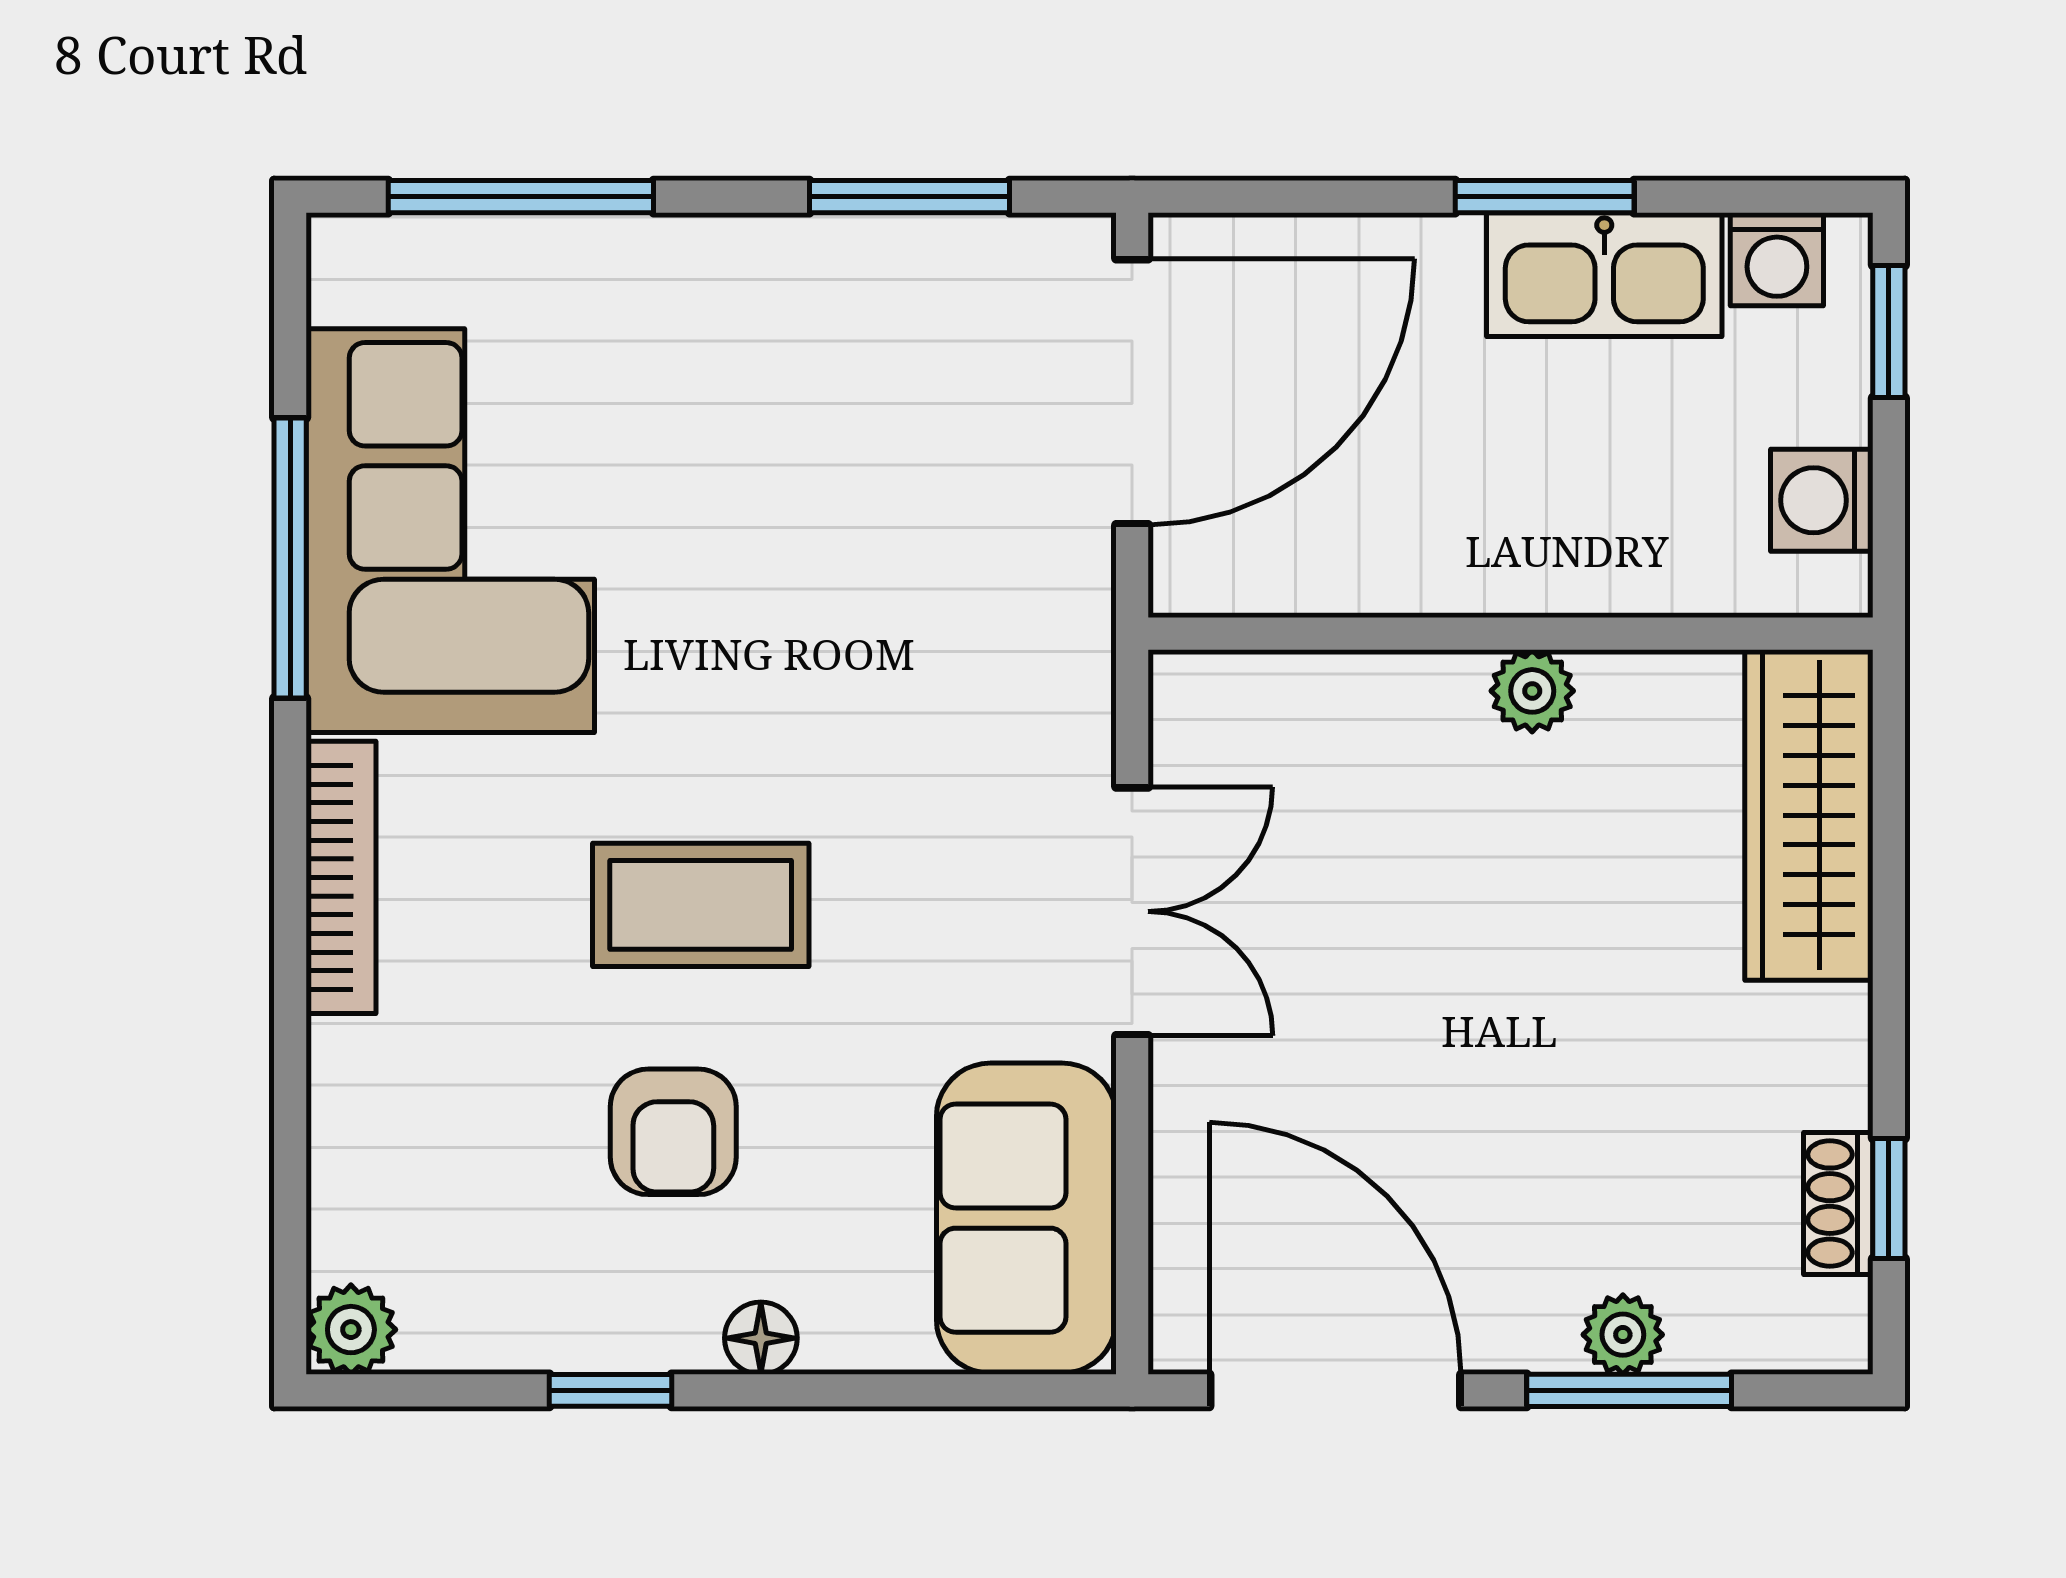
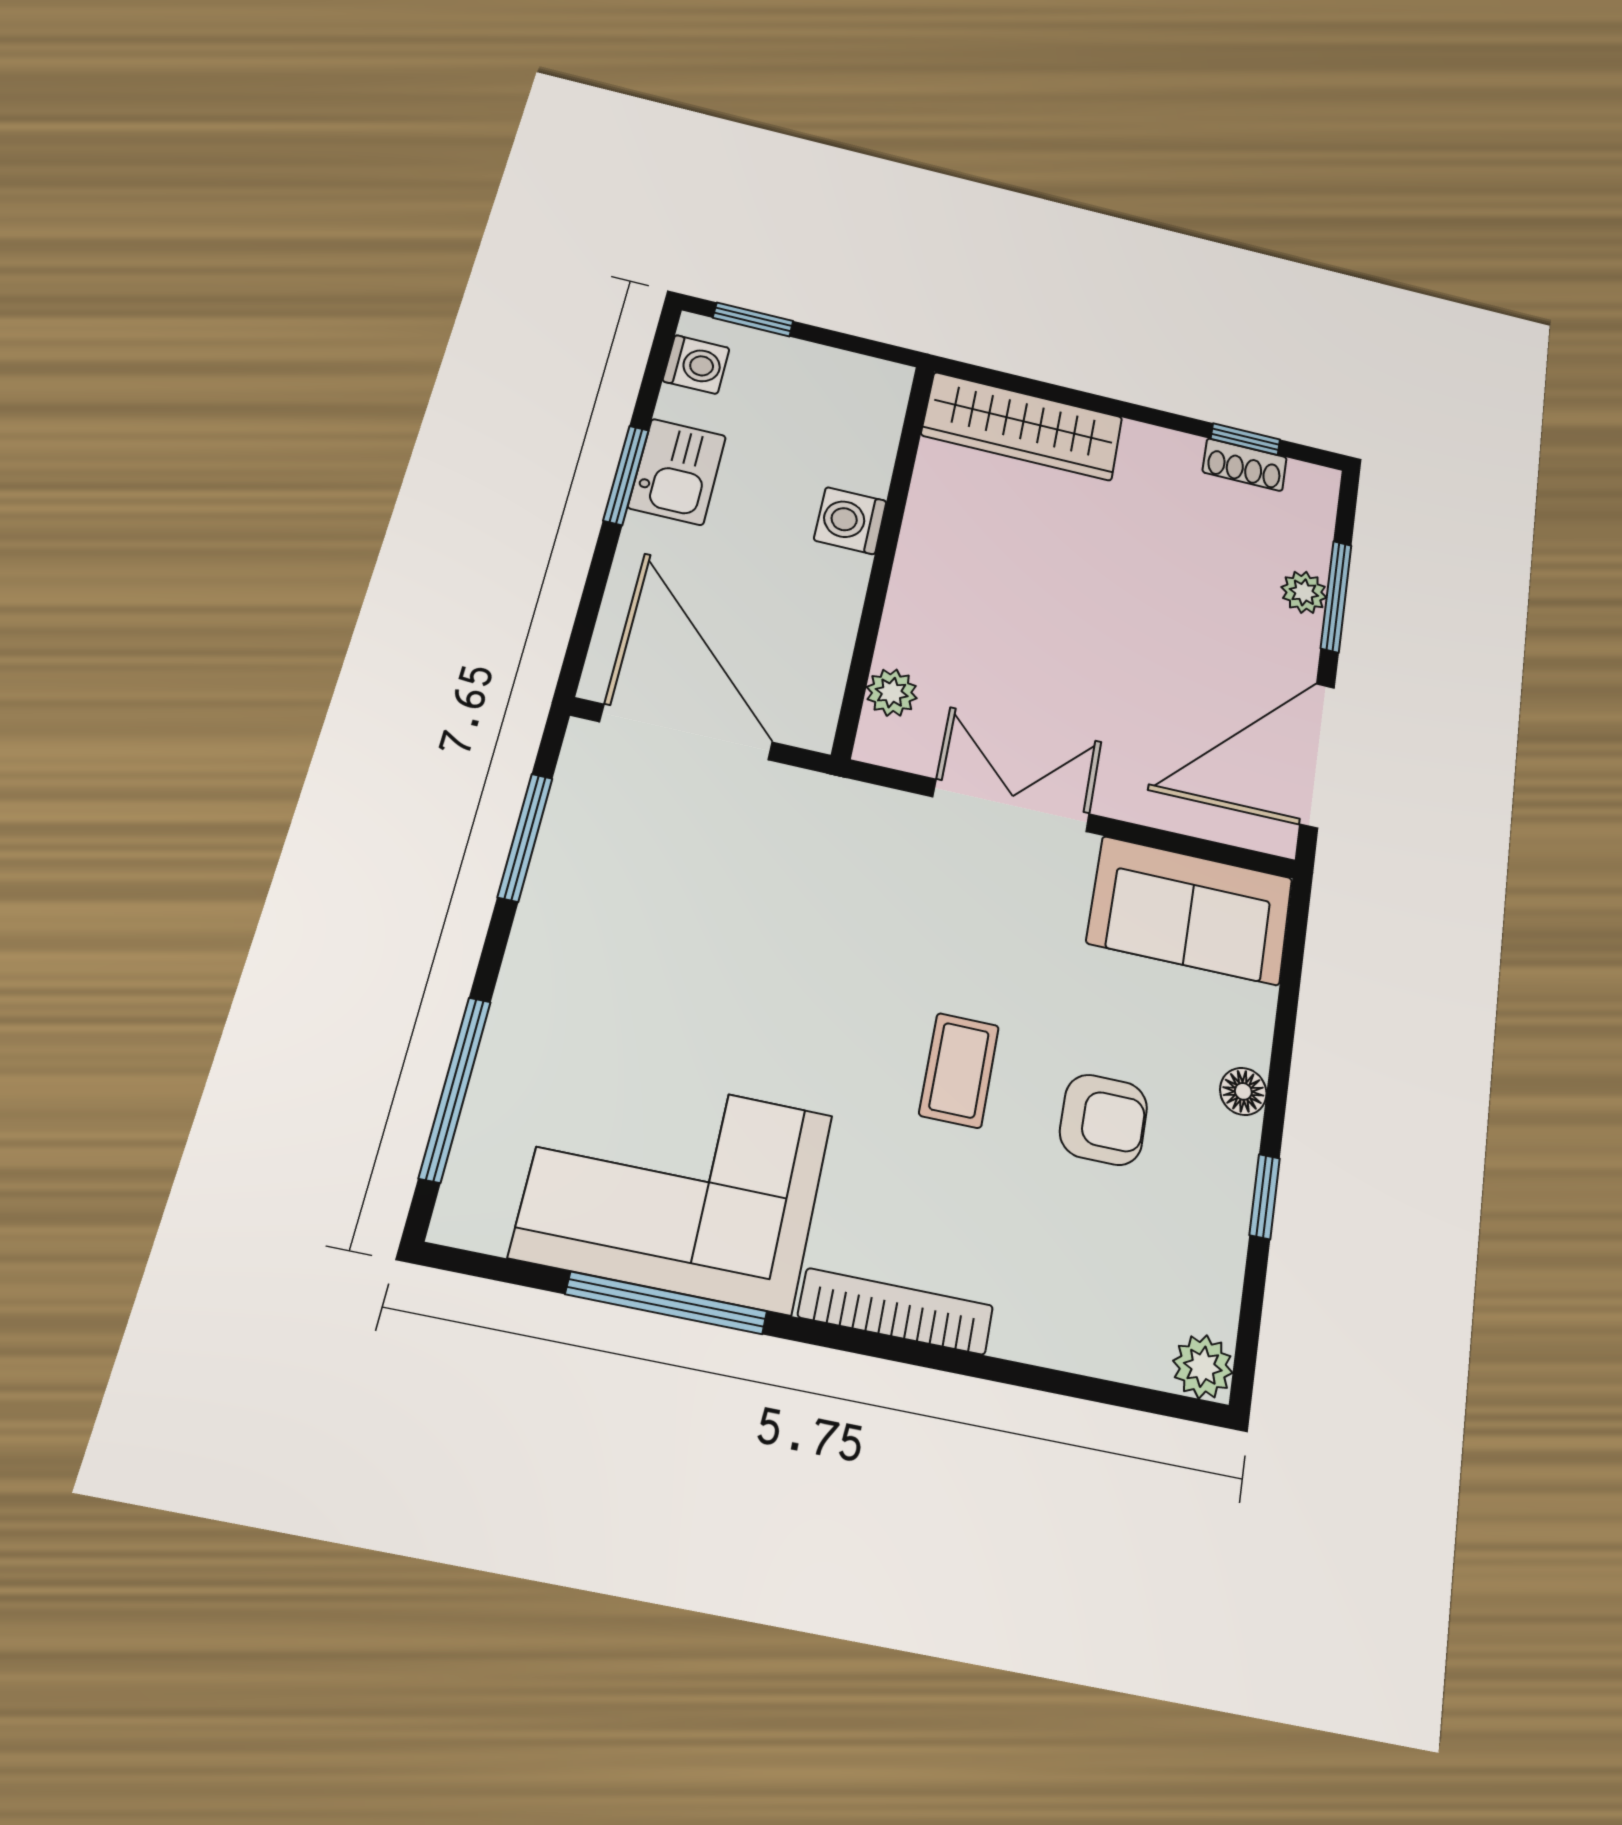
kitchen sink: (1604, 275) -> (677, 472), width x0.73
washing machine: (1822, 500) -> (850, 521), moved, turned 90
plant: (1532, 691) -> (892, 693), moved
coffee table: (701, 905) -> (959, 1070), width x0.73, depth x0.77

